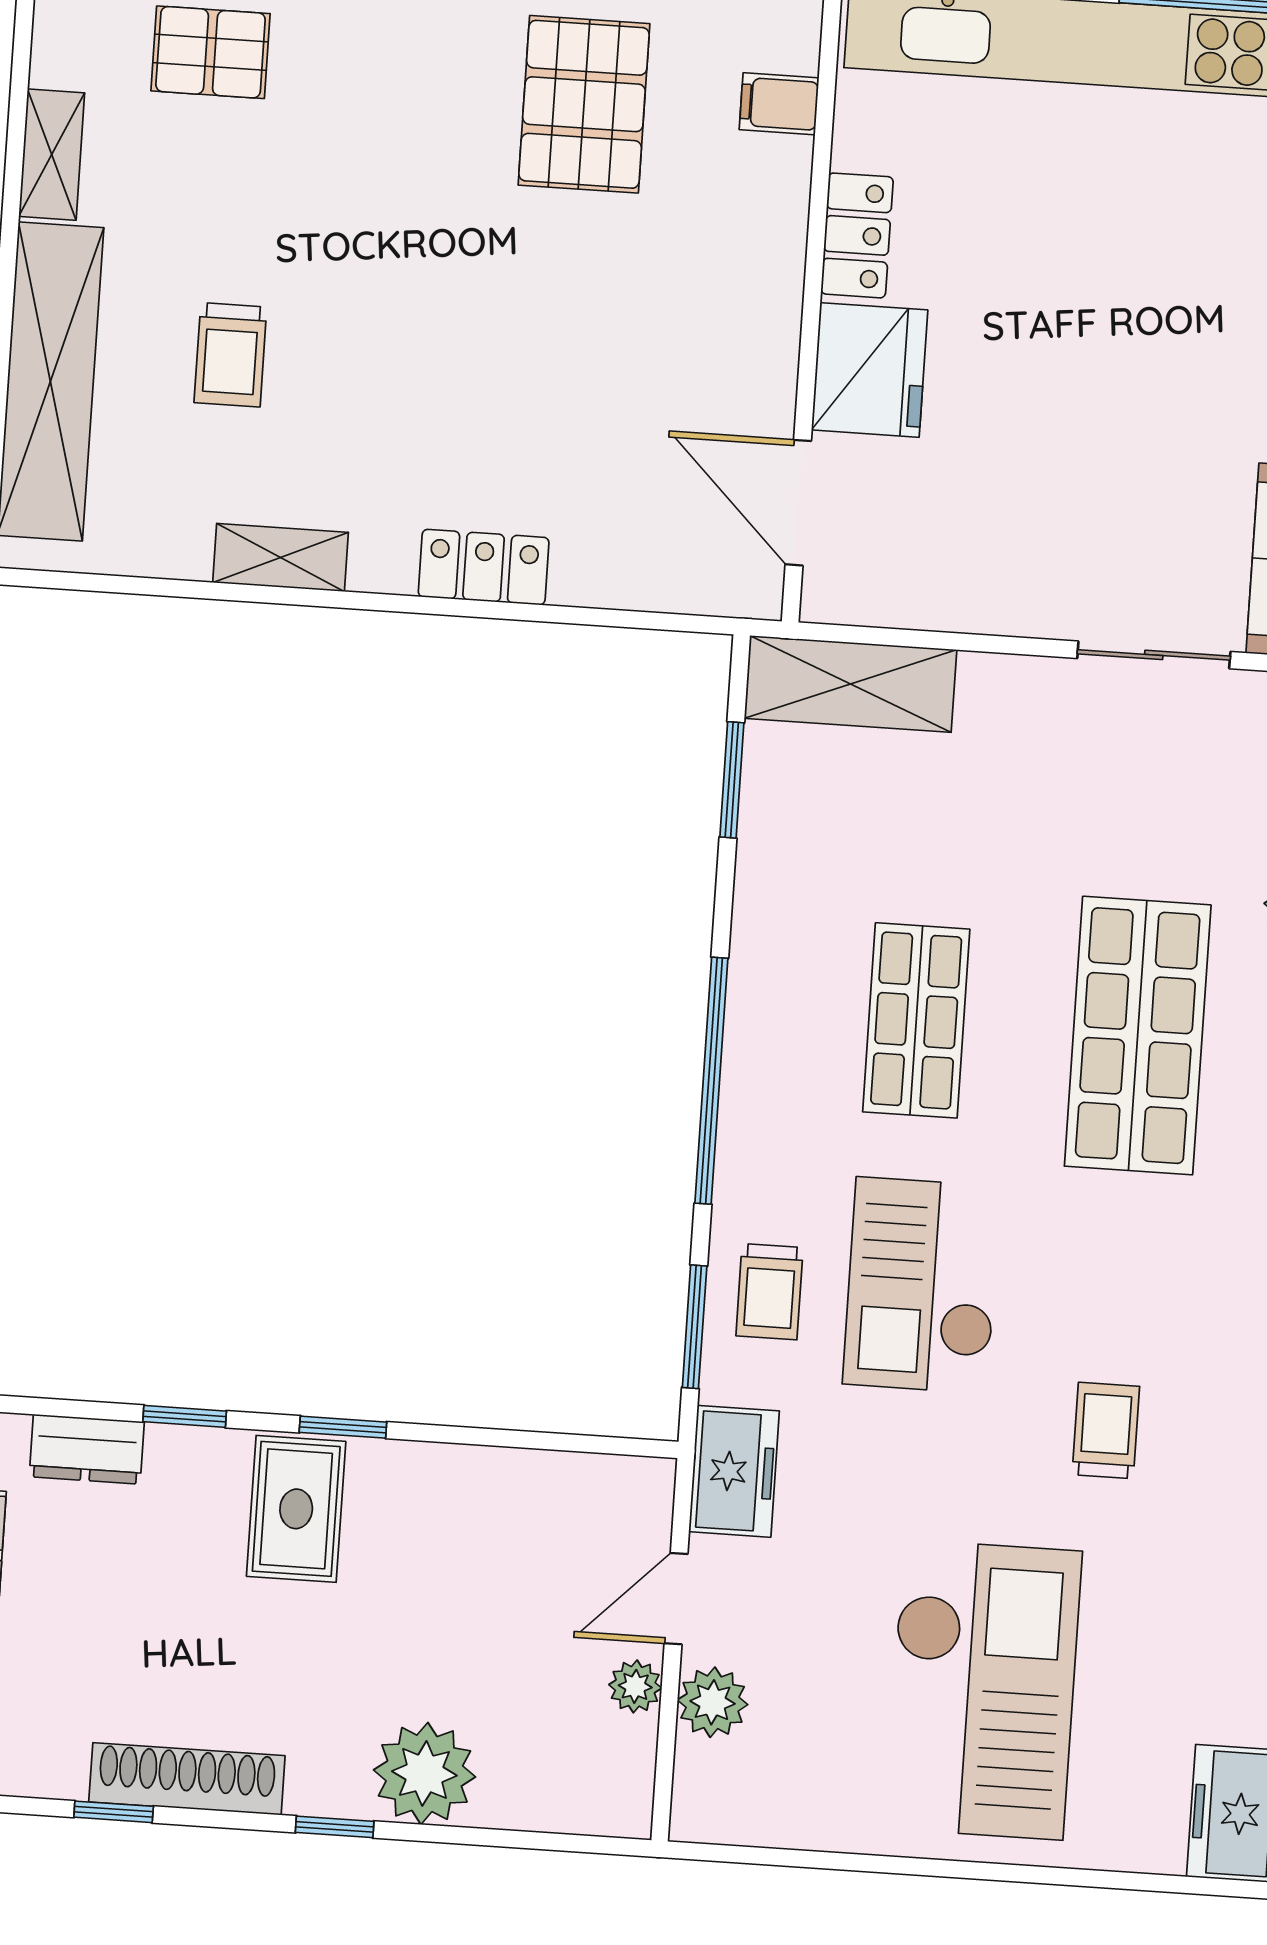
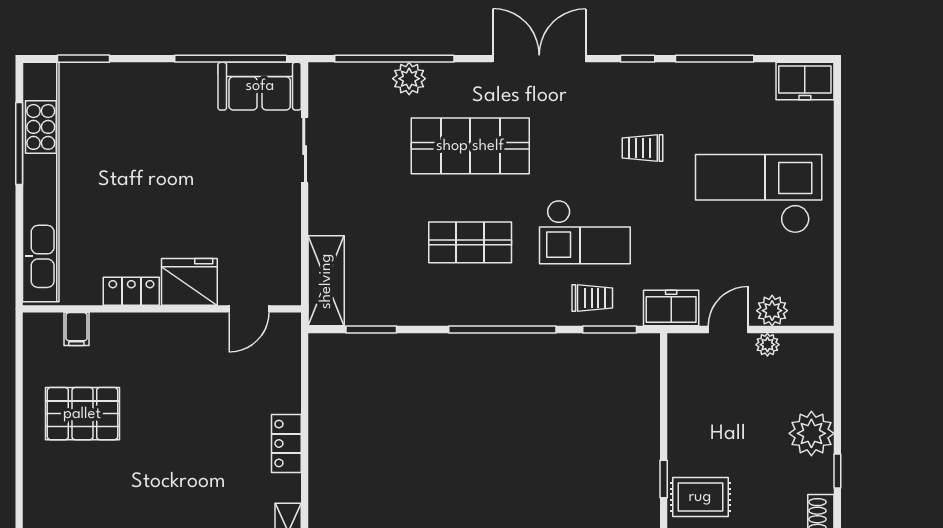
door: (798, 503) -> (249, 309), width x0.73
door: (676, 1599) -> (728, 329), swing flipped

